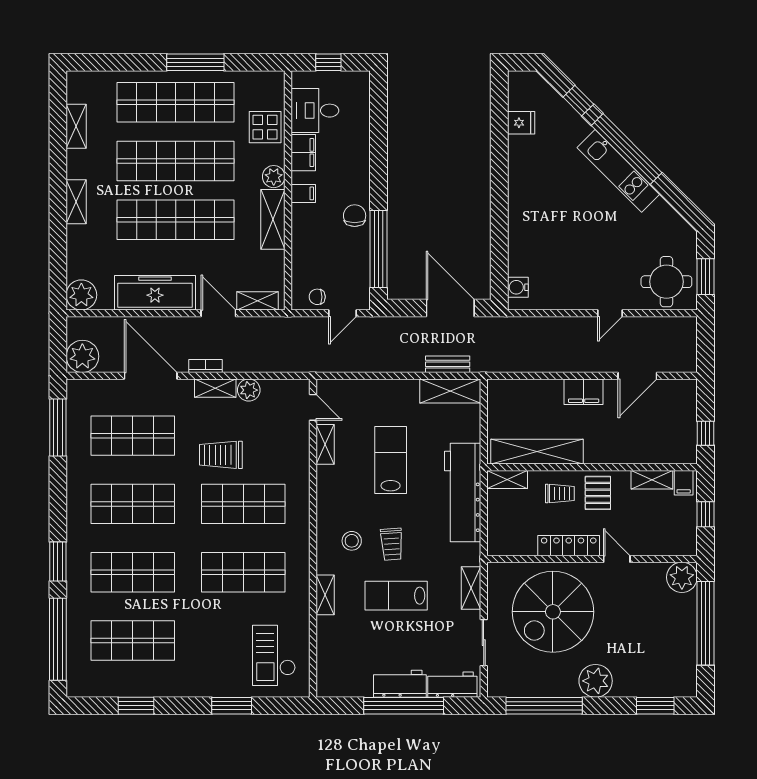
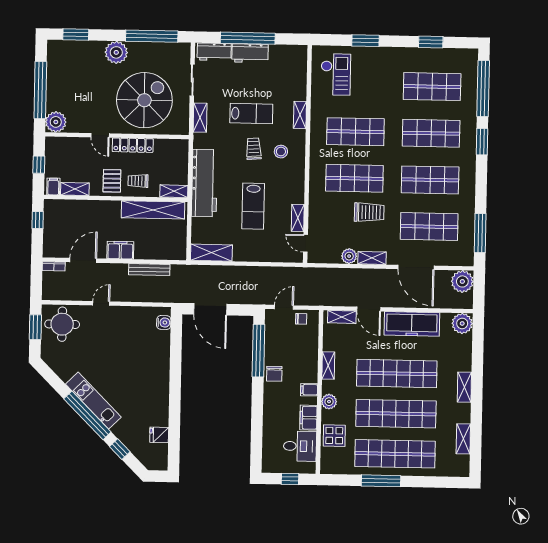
shelving: (273, 219) -> (328, 365), width x0.67, depth x0.75
bench: (448, 364) -> (149, 270), moved, width x1.36
bookcase: (206, 366) -> (54, 266), moved

